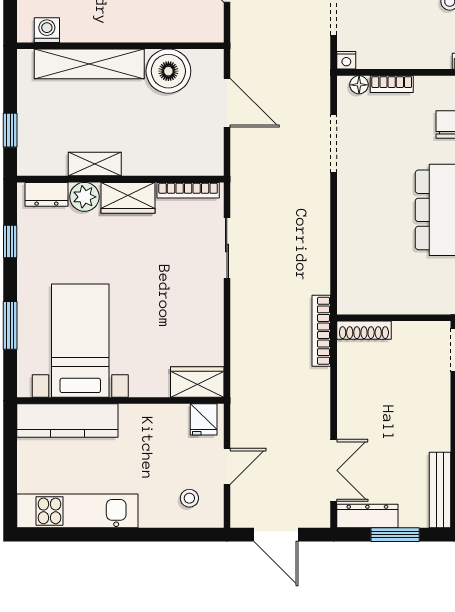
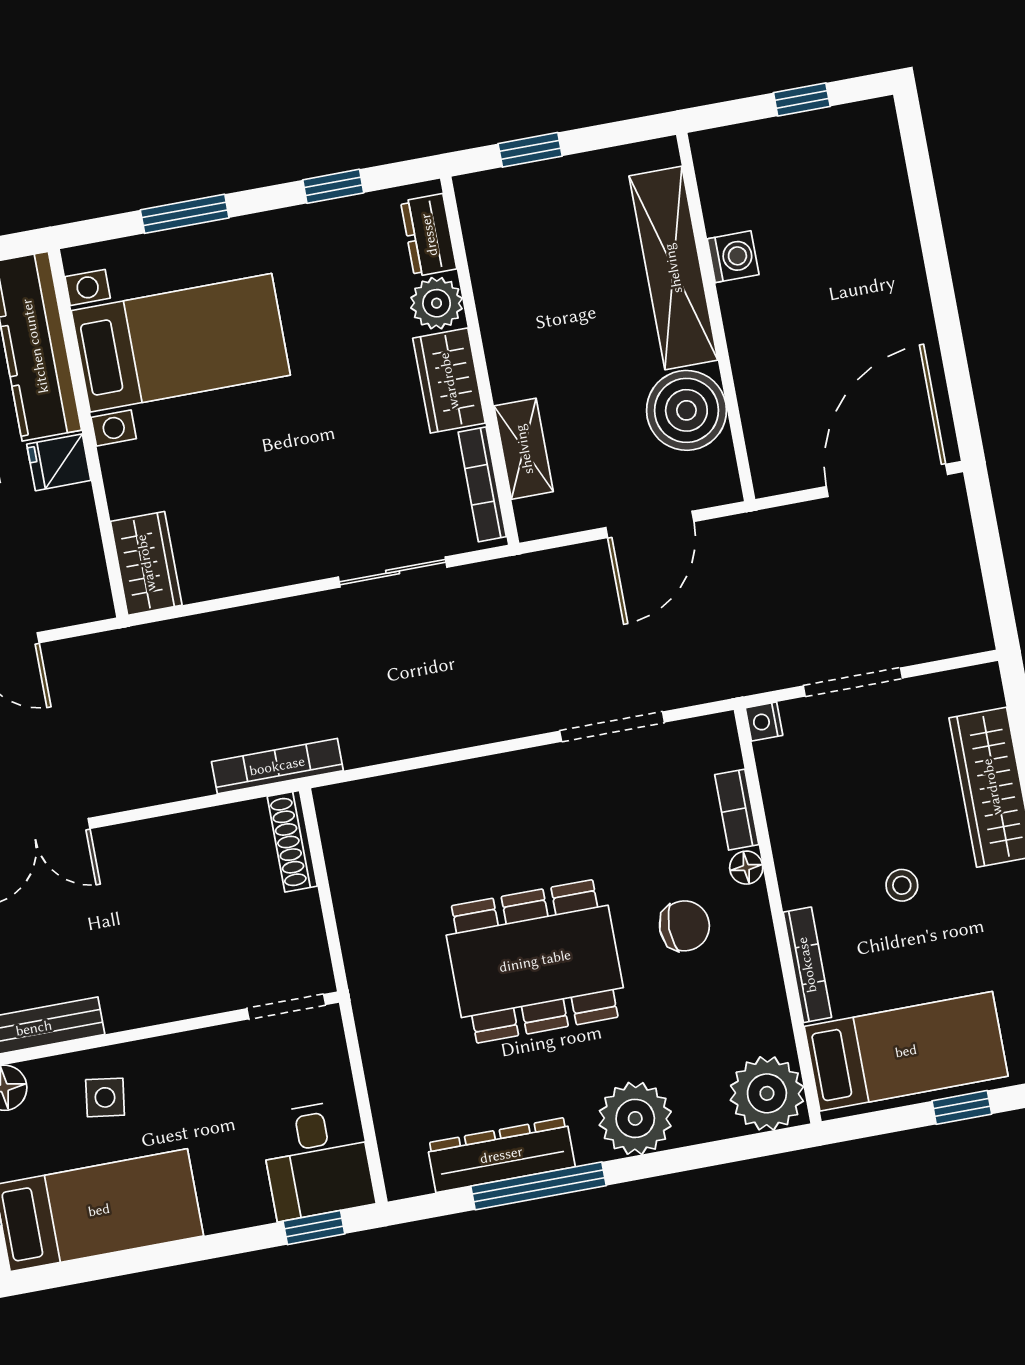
washing machine: (47, 30) -> (733, 257), moved
floor lamp: (359, 85) -> (746, 868), moved
shelving: (95, 164) -> (524, 449), moved
fridge: (204, 419) -> (59, 462), moved

